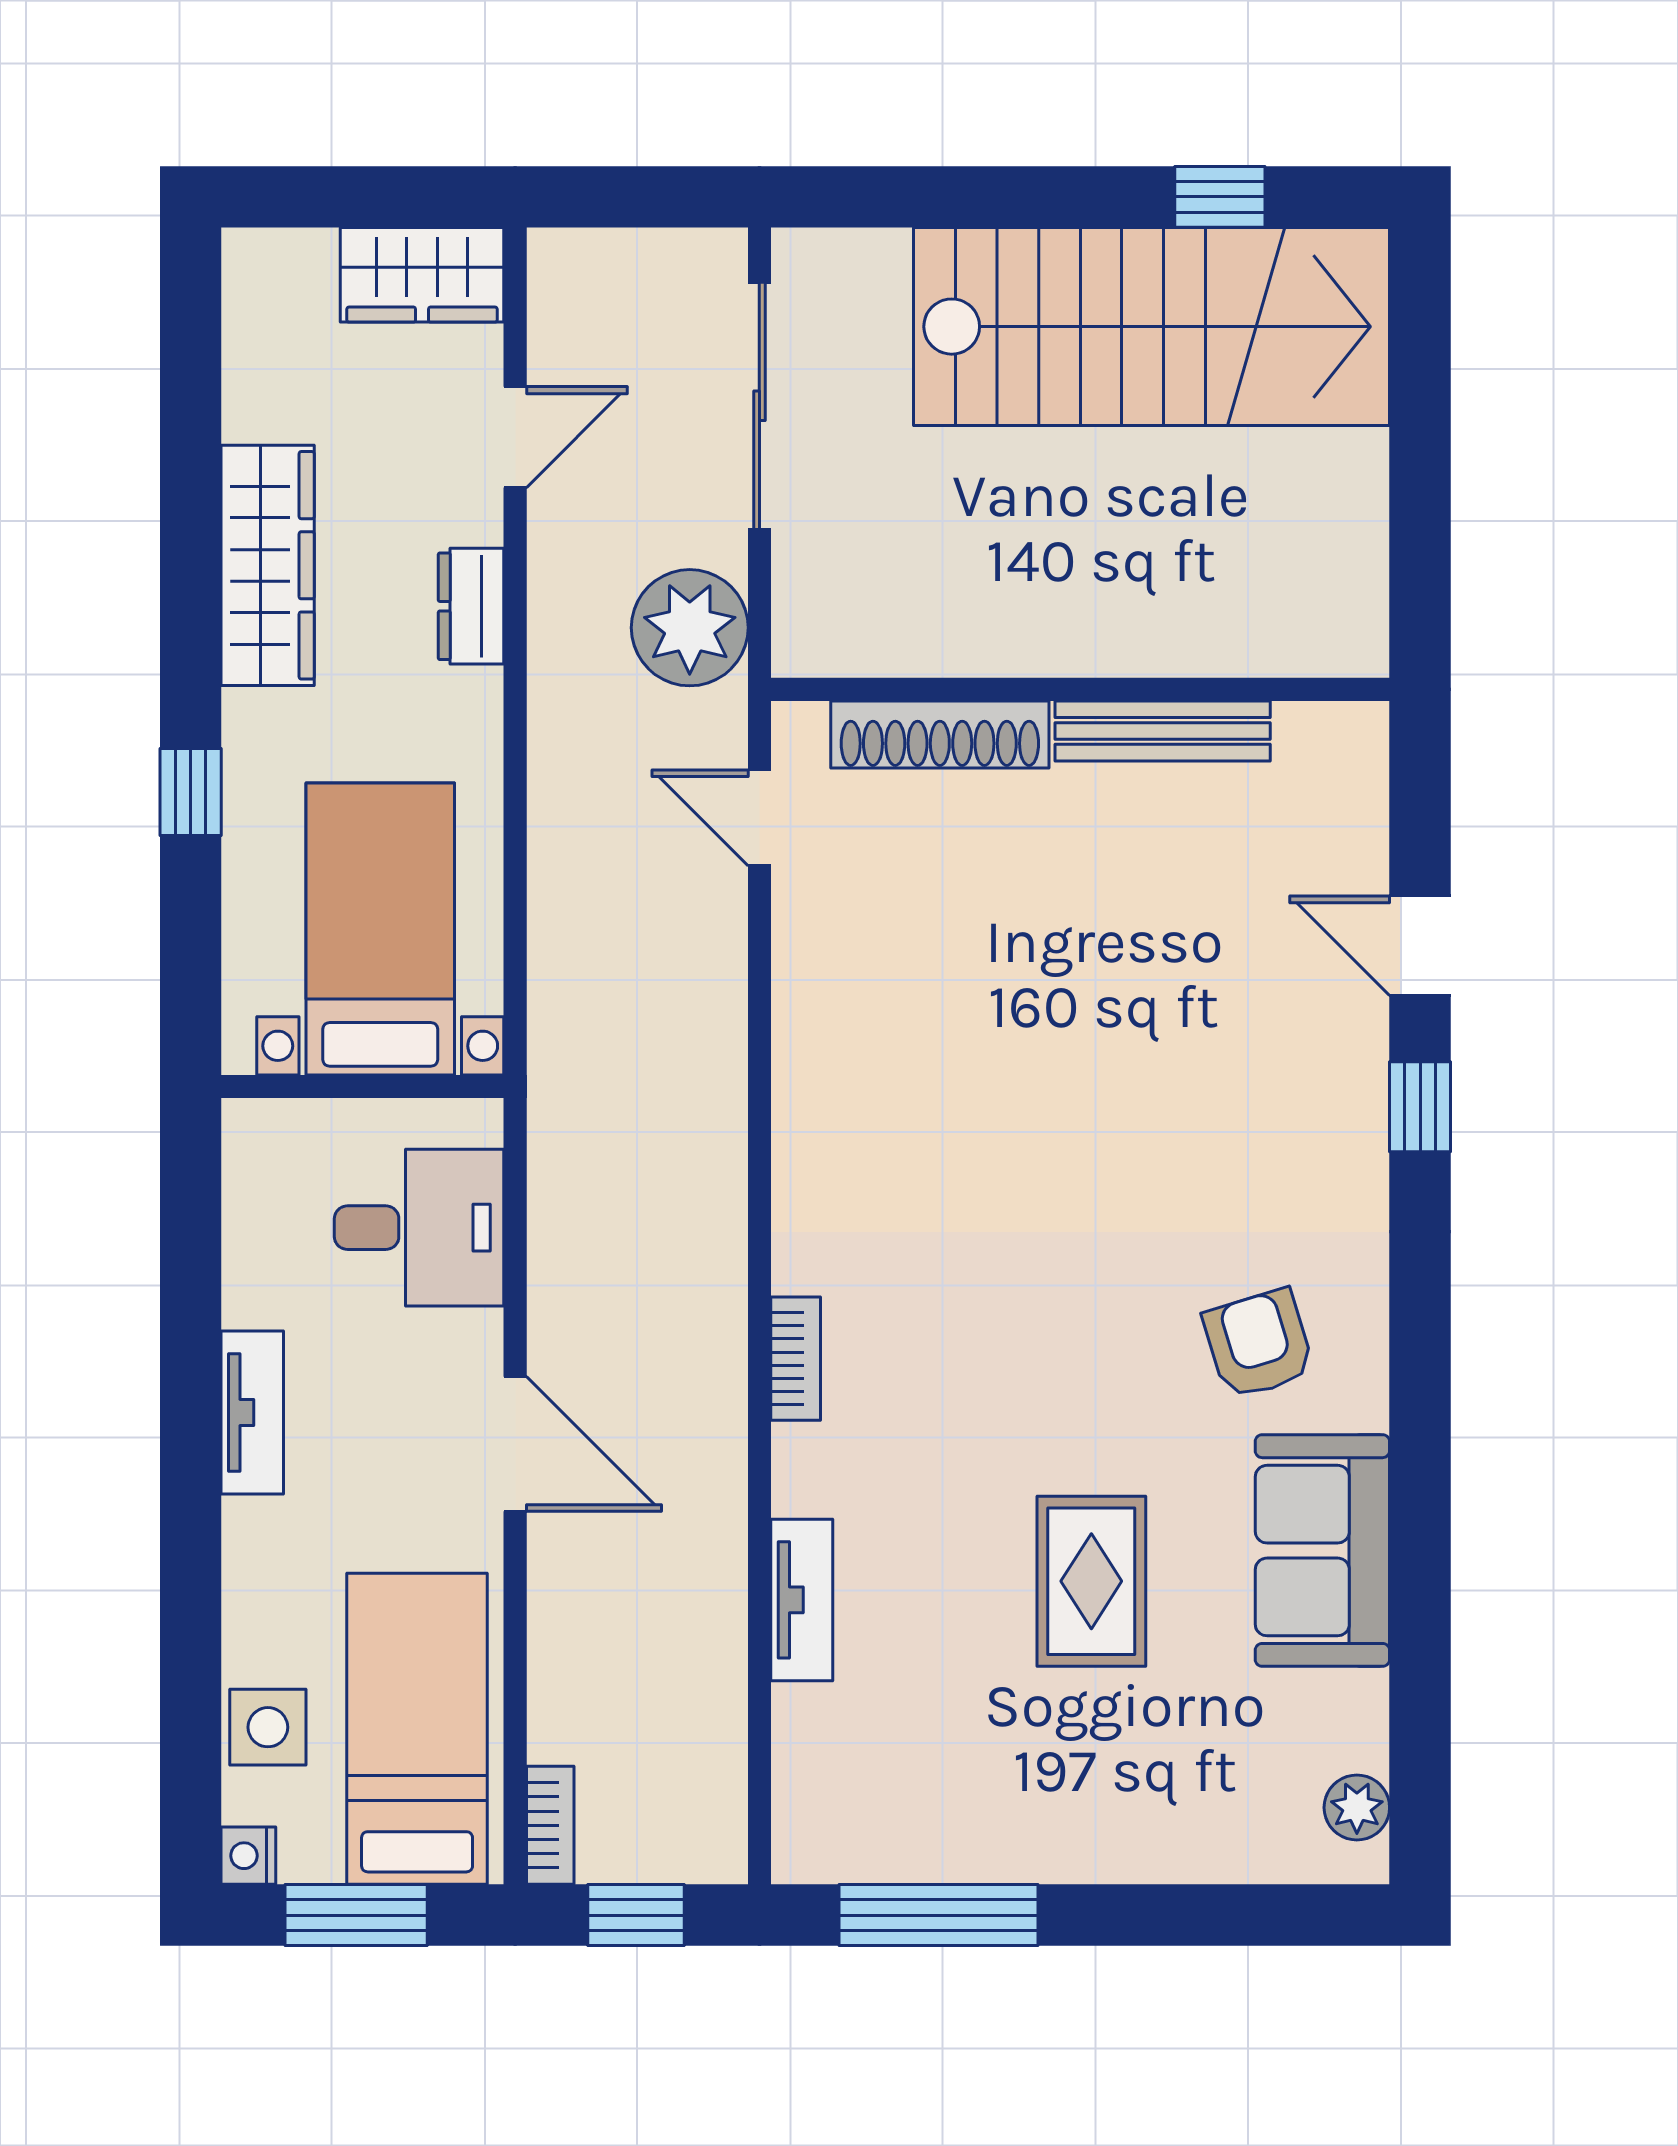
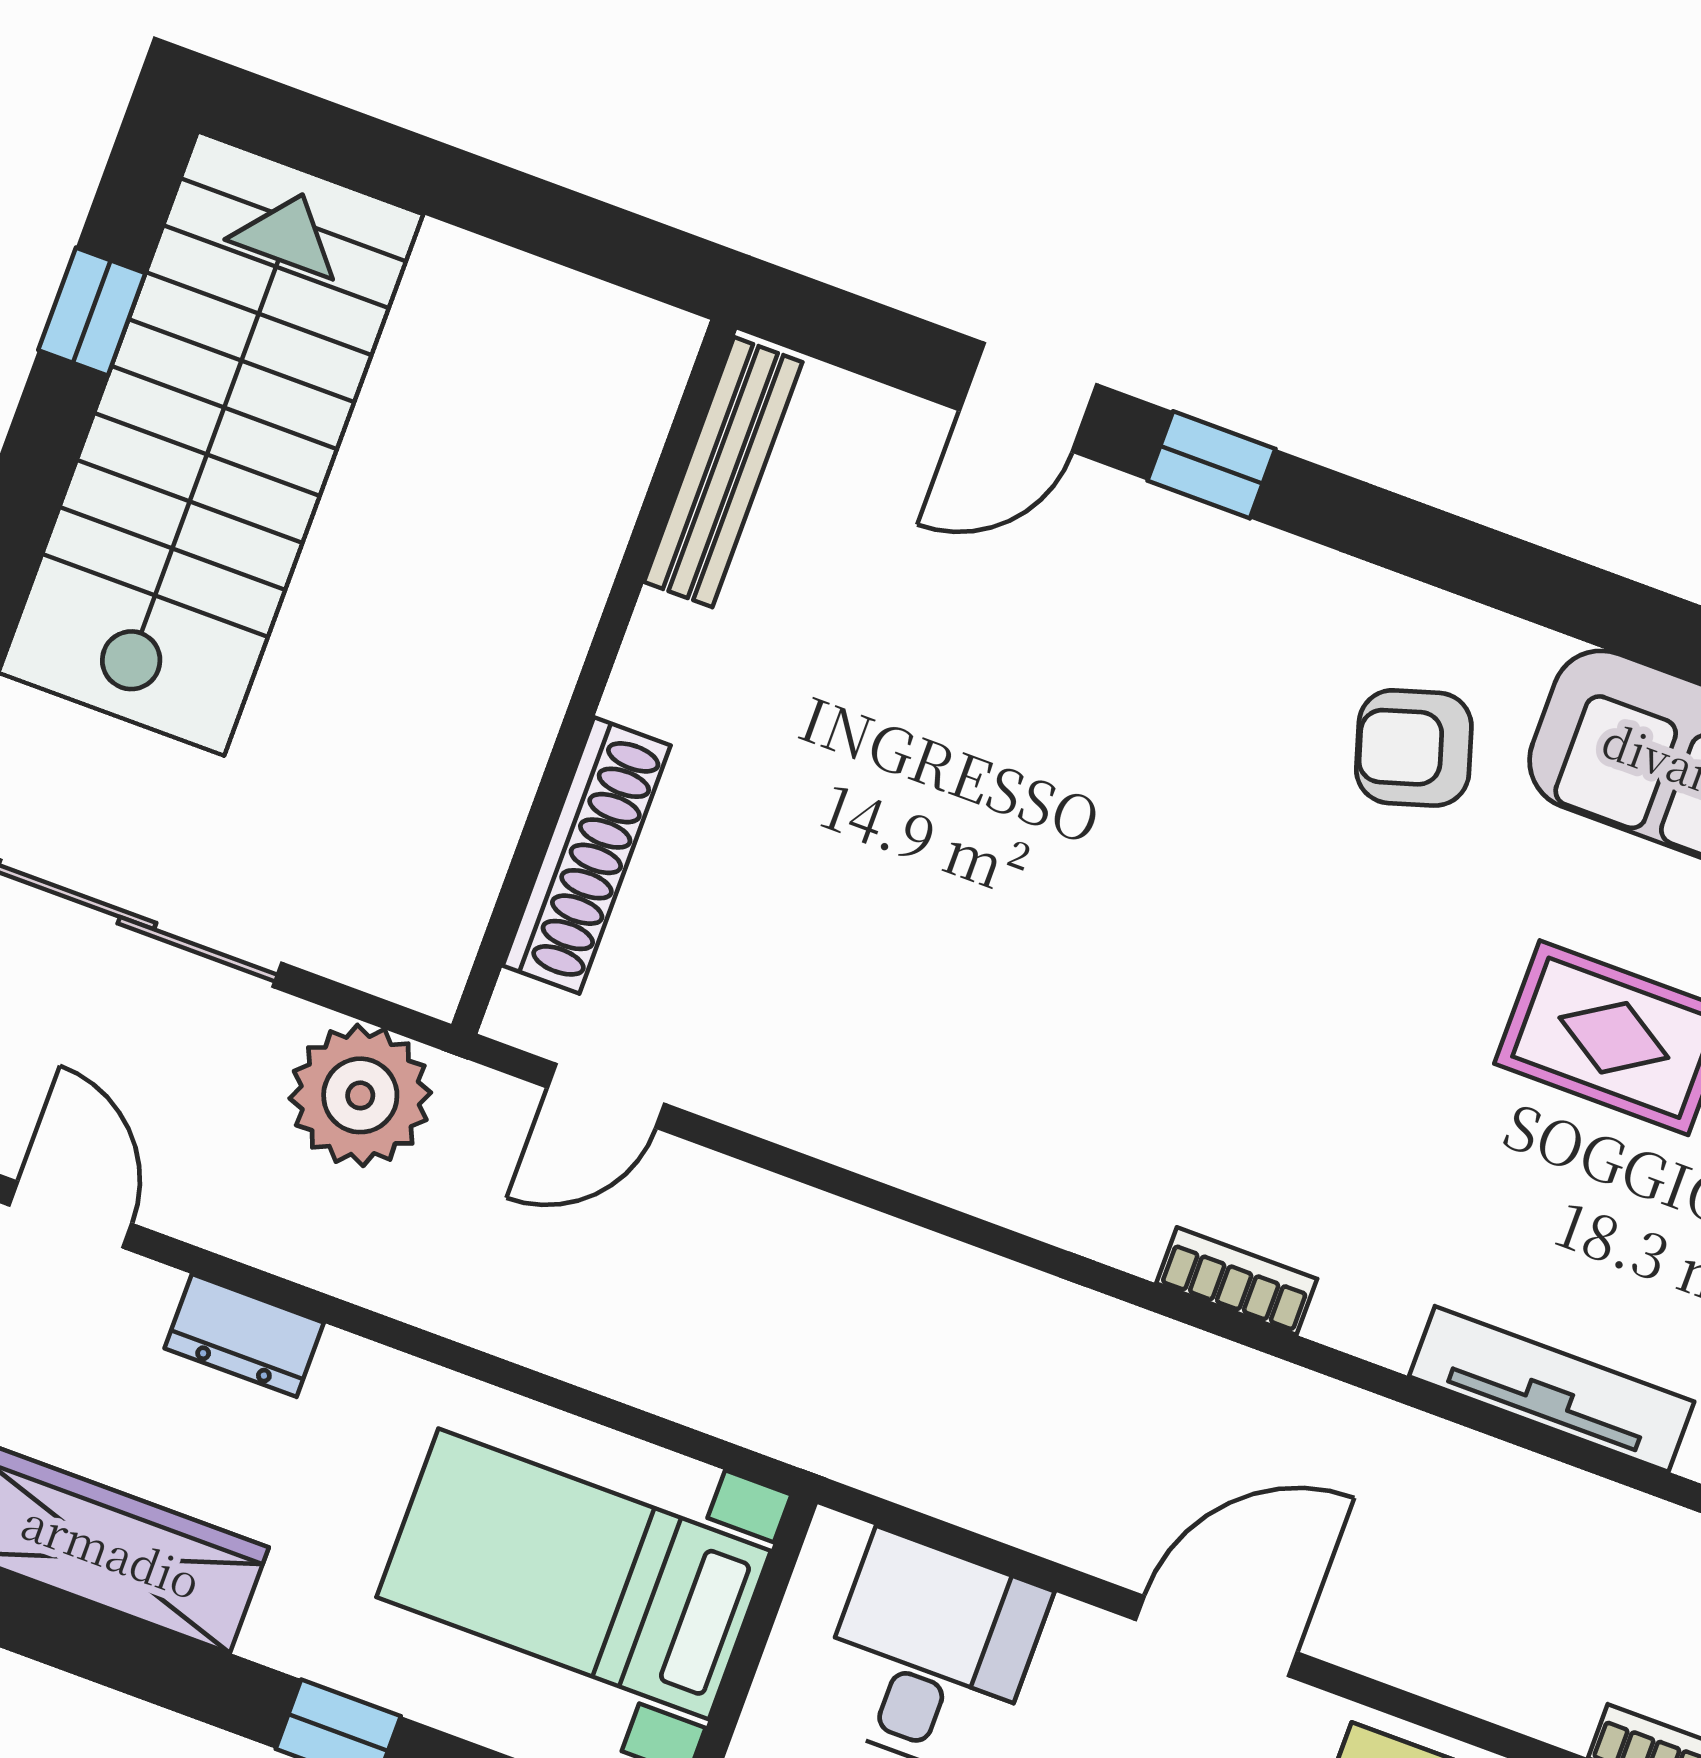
bench: (1163, 731) -> (723, 472), moved
tv unit: (802, 1600) -> (1552, 1389), width x1.41

